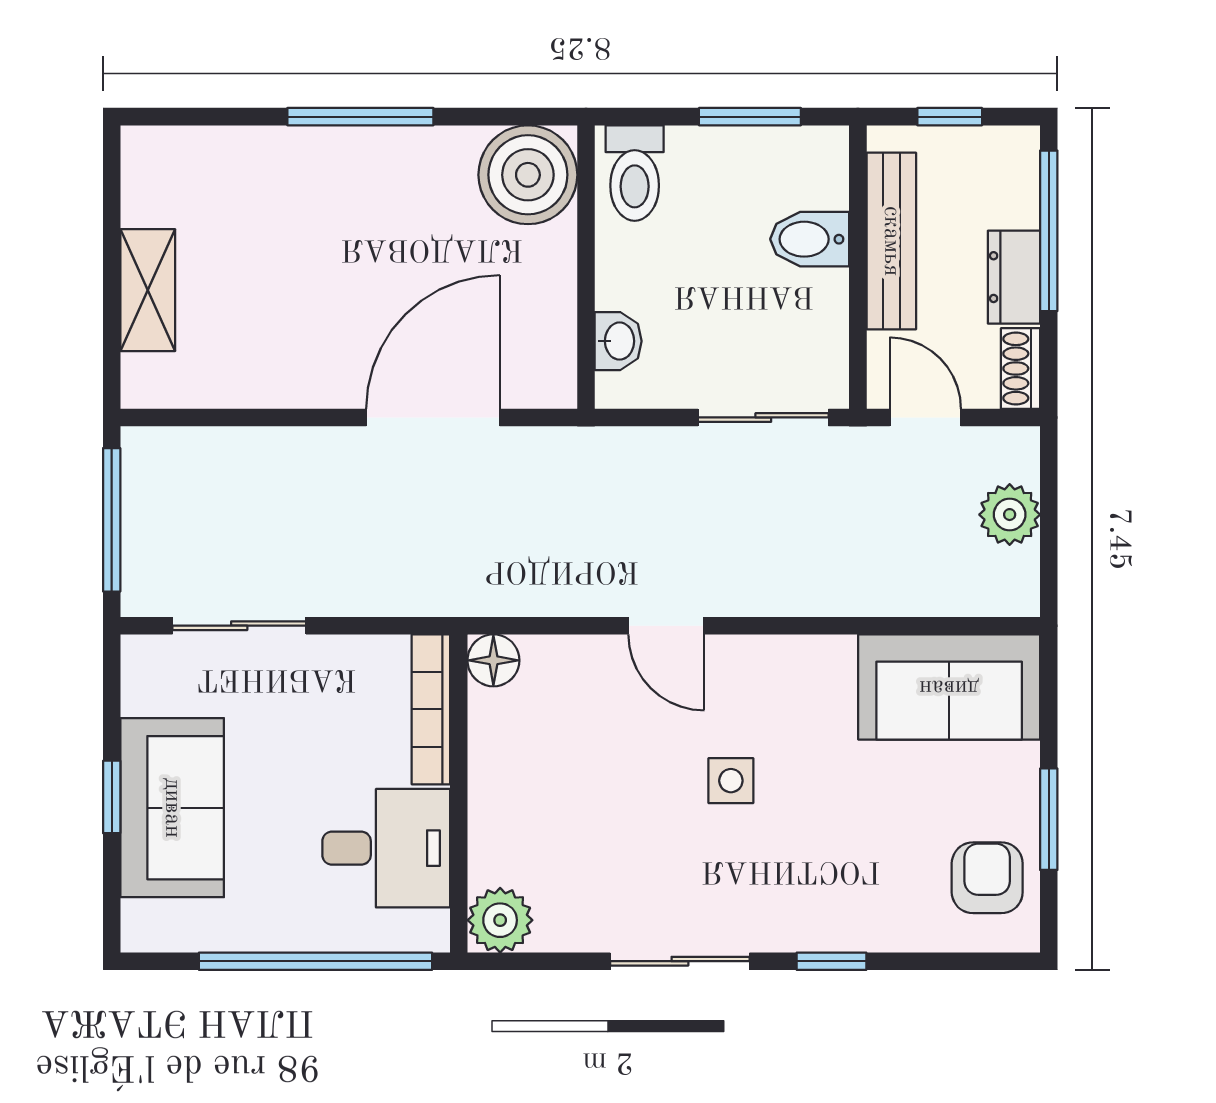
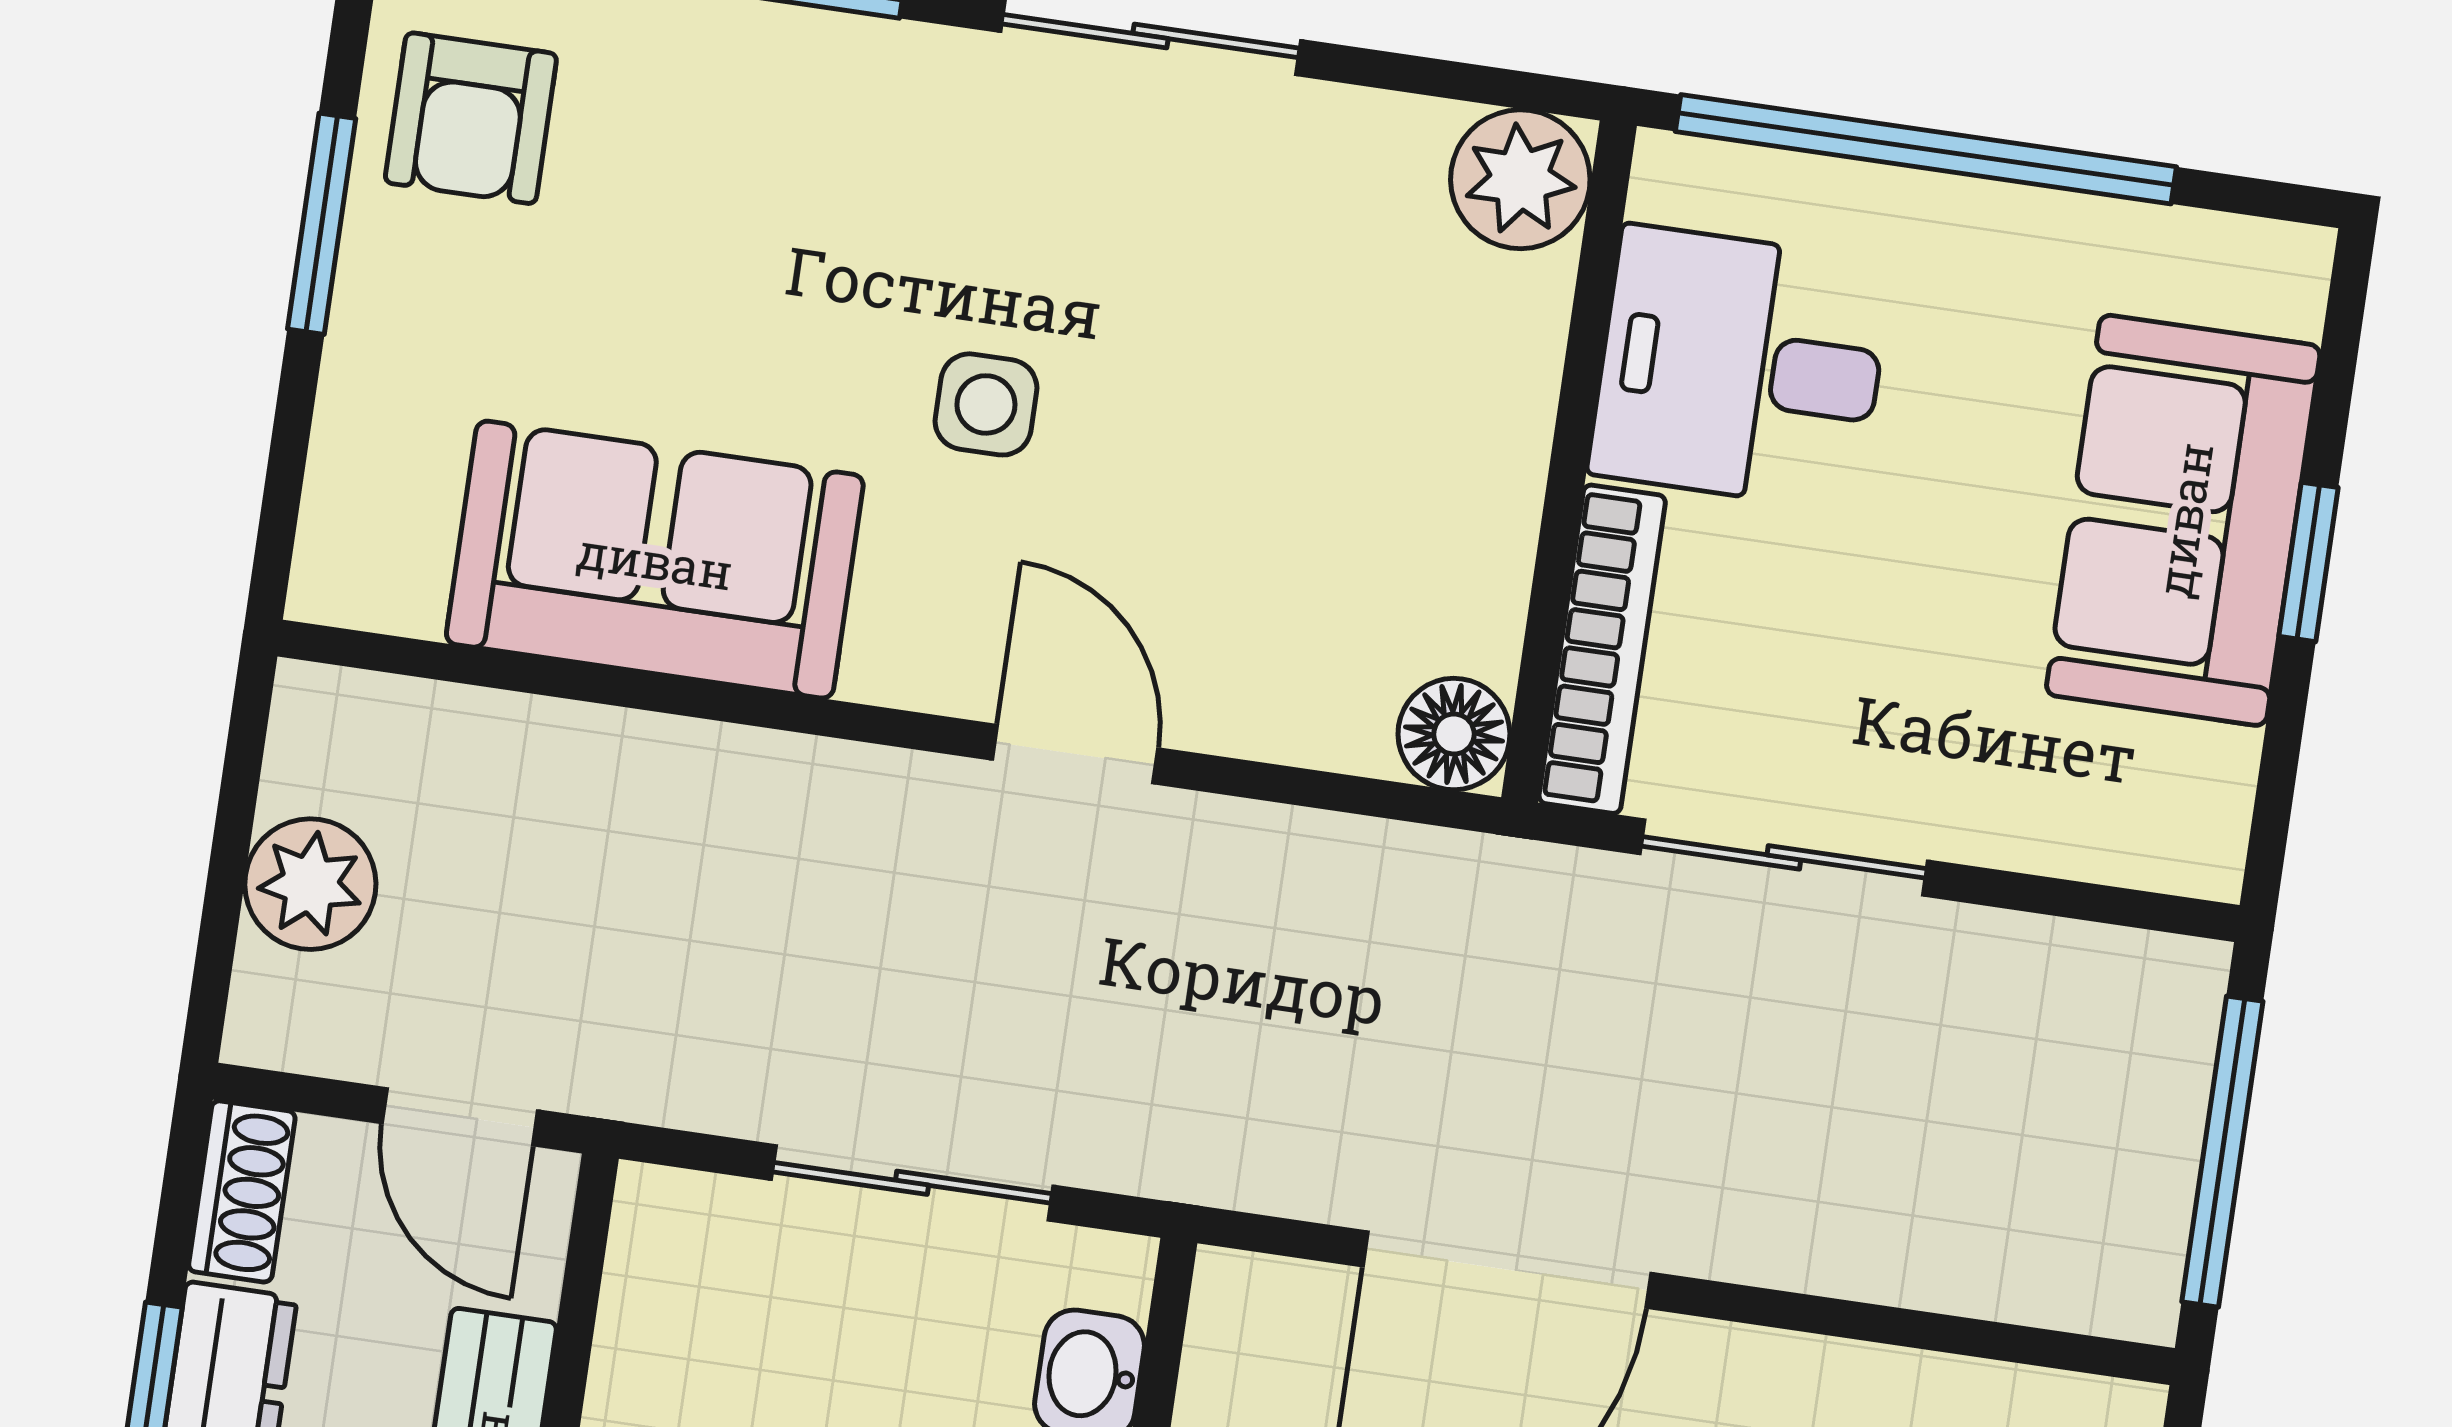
sliding door: (763, 417) -> (912, 1183), moved
sliding door: (239, 626) -> (1784, 857), moved
sofa: (949, 687) -> (655, 560), moved

